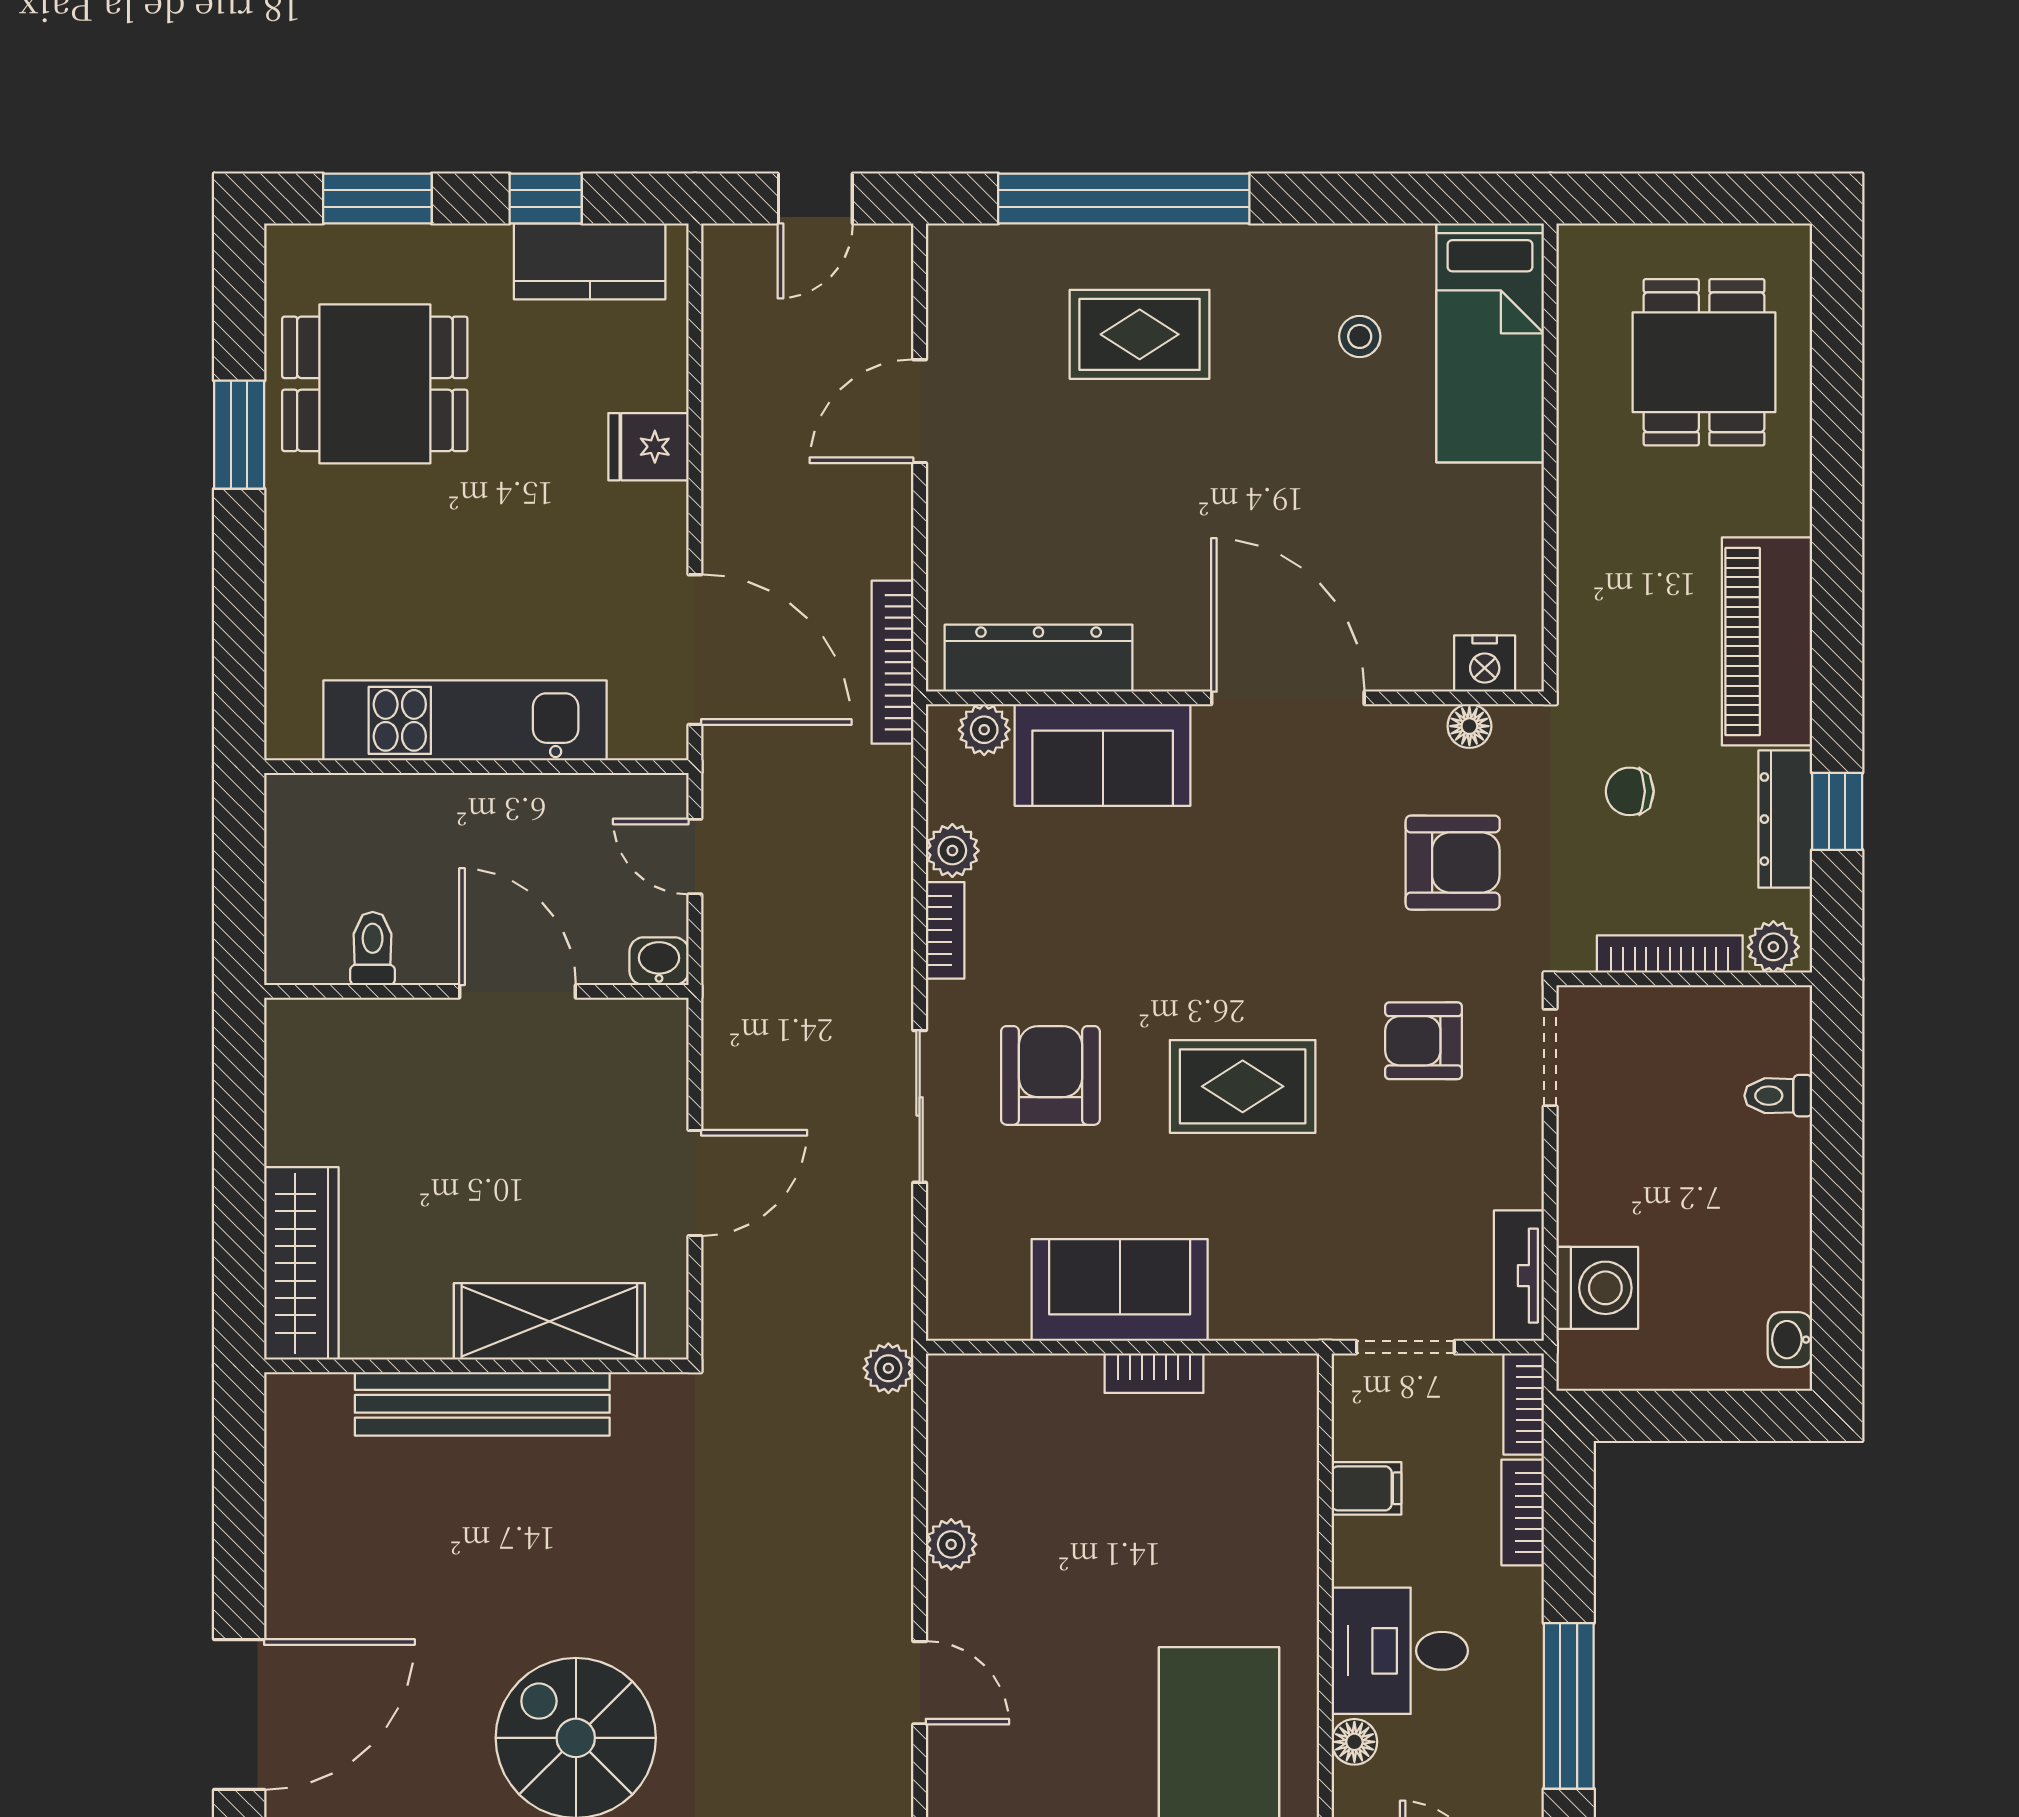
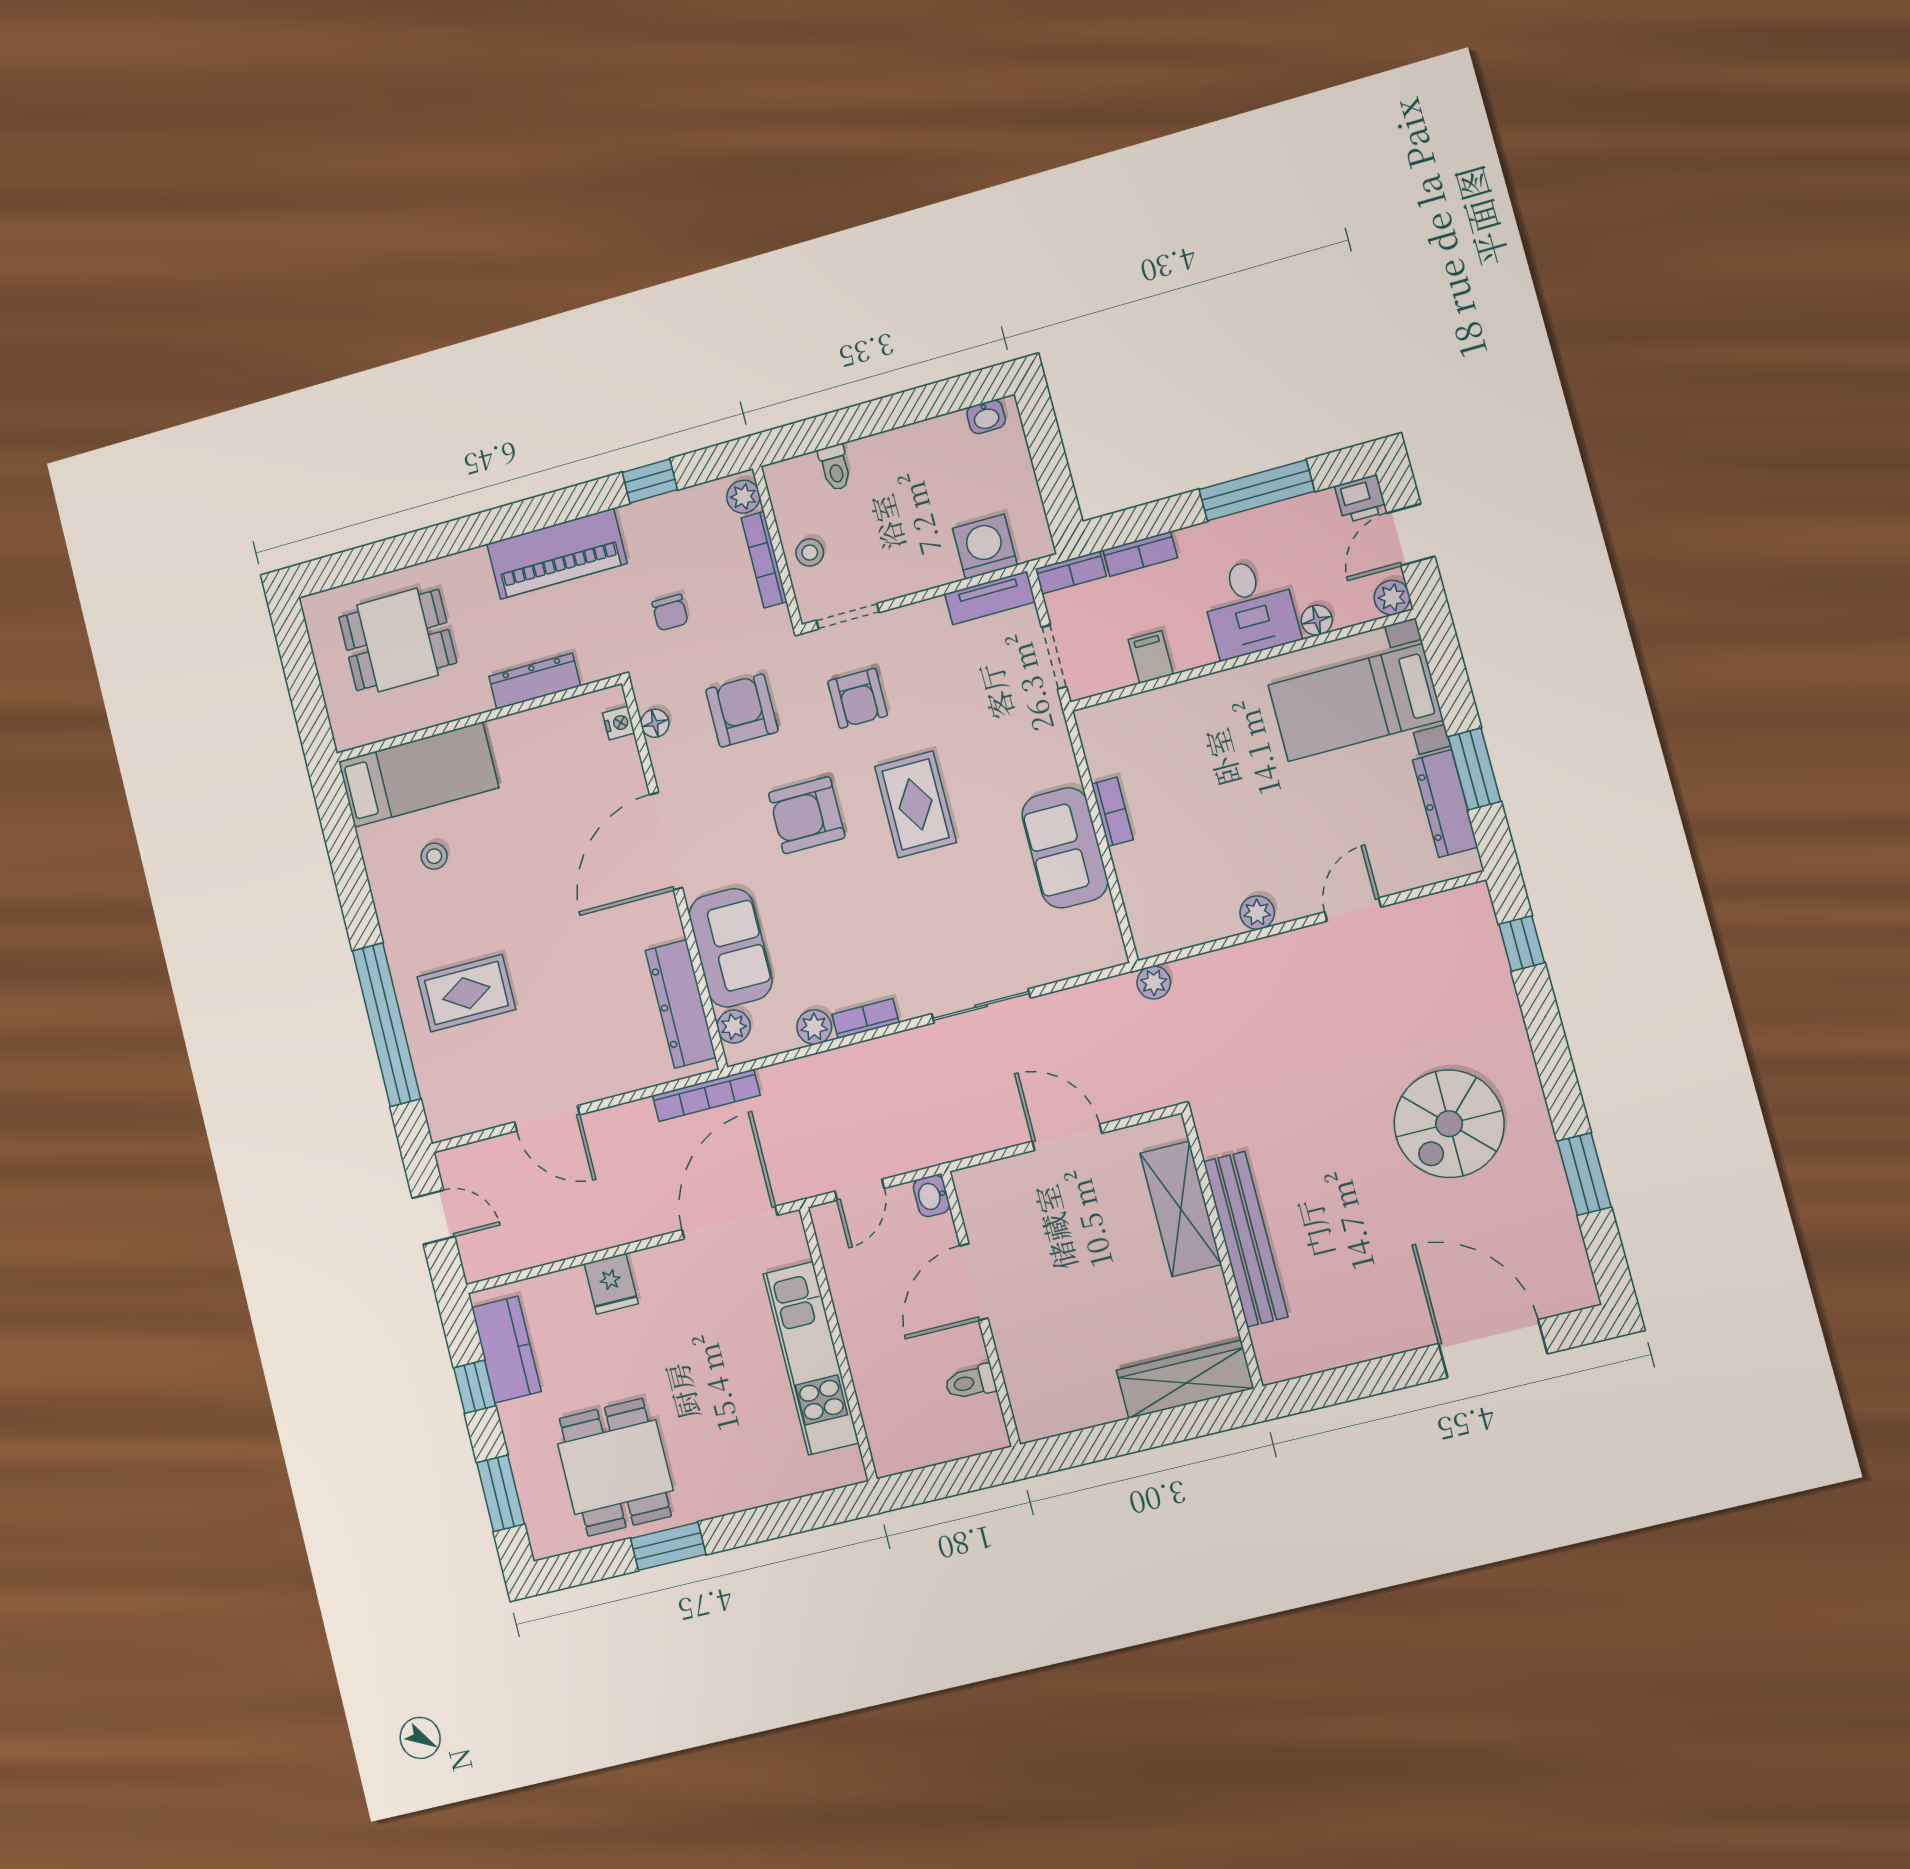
rug: (1140, 334) -> (466, 993), turned 90
nightstand: (1485, 664) -> (619, 723), width x0.72, depth x0.74
dresser: (1785, 819) -> (535, 681), moved, turned 180
stool: (1661, 1025) -> (810, 553), added
armchair: (1050, 1075) -> (807, 815), moved

